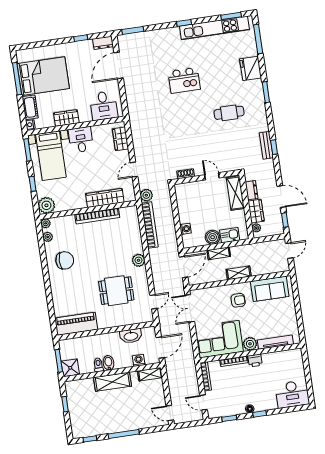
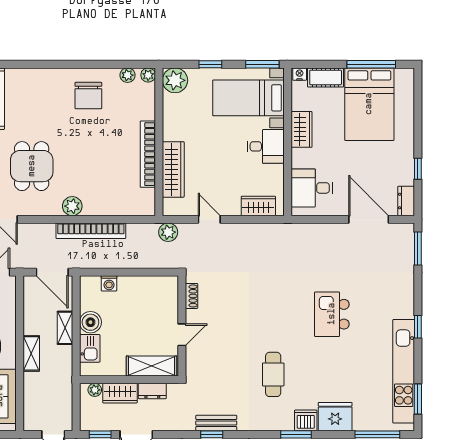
dishwasher: (256, 87) -> (306, 420), added
bookcase: (150, 225) -> (91, 231), moved

